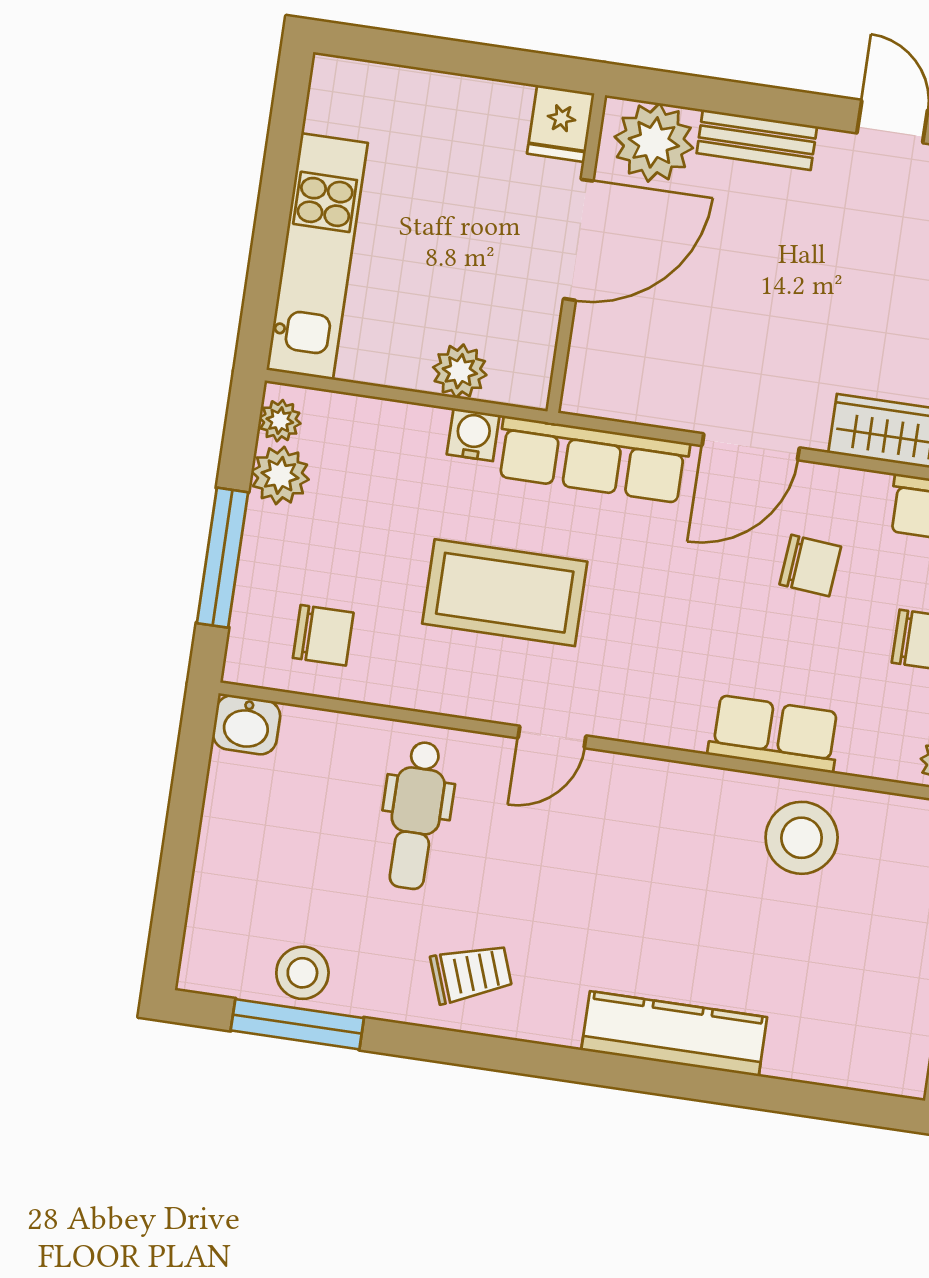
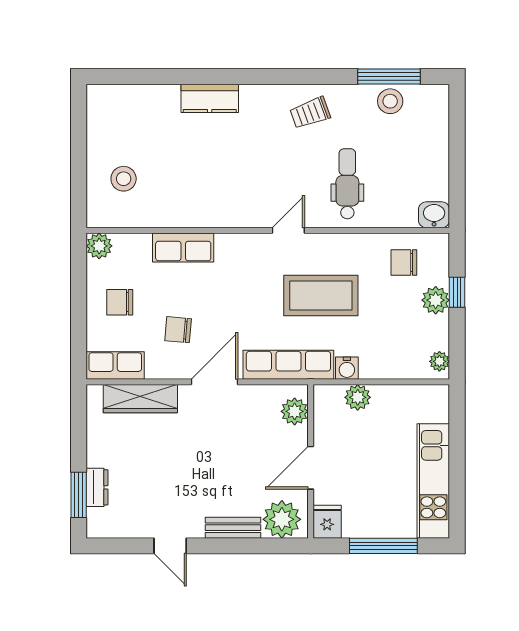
window: (452, 57) -> (383, 546), added
door: (578, 240) -> (311, 468), width x0.73
kitchen unit: (317, 256) -> (433, 481), moved
plant: (594, 361) -> (295, 411), added
plant: (280, 475) -> (436, 300), moved
window: (222, 558) -> (457, 292), width x0.46
stool: (802, 838) -> (124, 179), moved, width x0.73, depth x0.73
kitchen counter: (674, 1034) -> (210, 98), width x0.67

